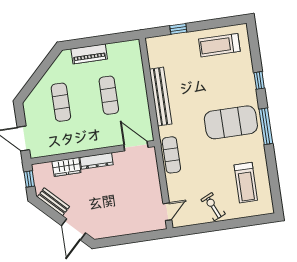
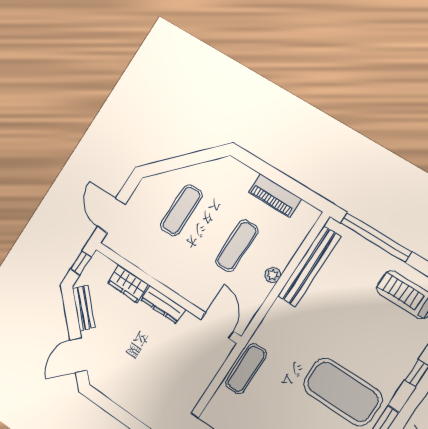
window: (178, 29) -> (376, 237), width x3.17
piano: (89, 54) -> (275, 196), moved
plant: (142, 94) -> (273, 275), added
bench: (161, 97) -> (309, 266), moved

